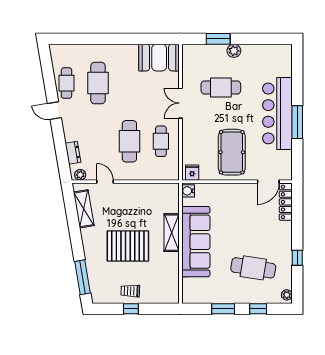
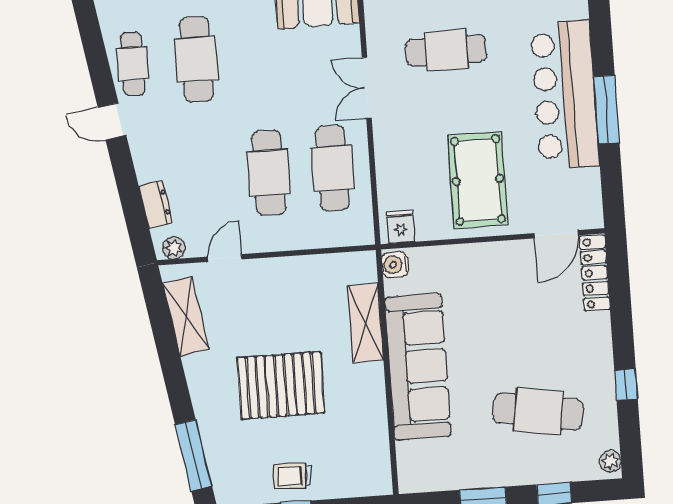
cafe table: (161, 141) -> (333, 168), width x1.37, depth x1.35
door: (105, 182) -> (225, 258), hinge flipped
shelving: (172, 233) -> (366, 323), moved

